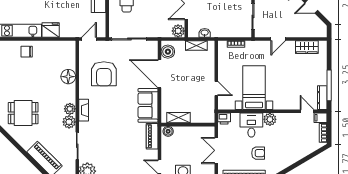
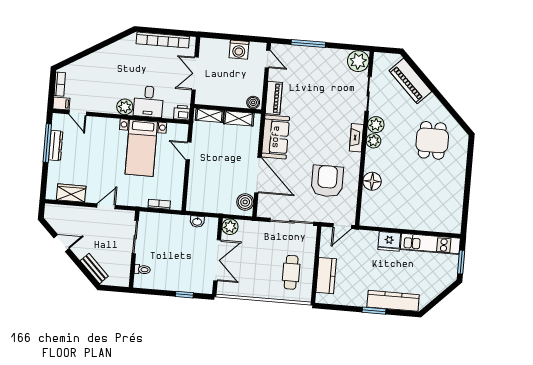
shelving: (196, 45) -> (209, 115), moved
chair: (27, 52) -> (421, 217), removed
dresser: (322, 98) -> (56, 146), moved
dining table: (23, 113) -> (432, 140), turned 90
double door: (216, 150) -> (195, 74), swing flipped
armchair: (258, 153) -> (143, 66), removed

